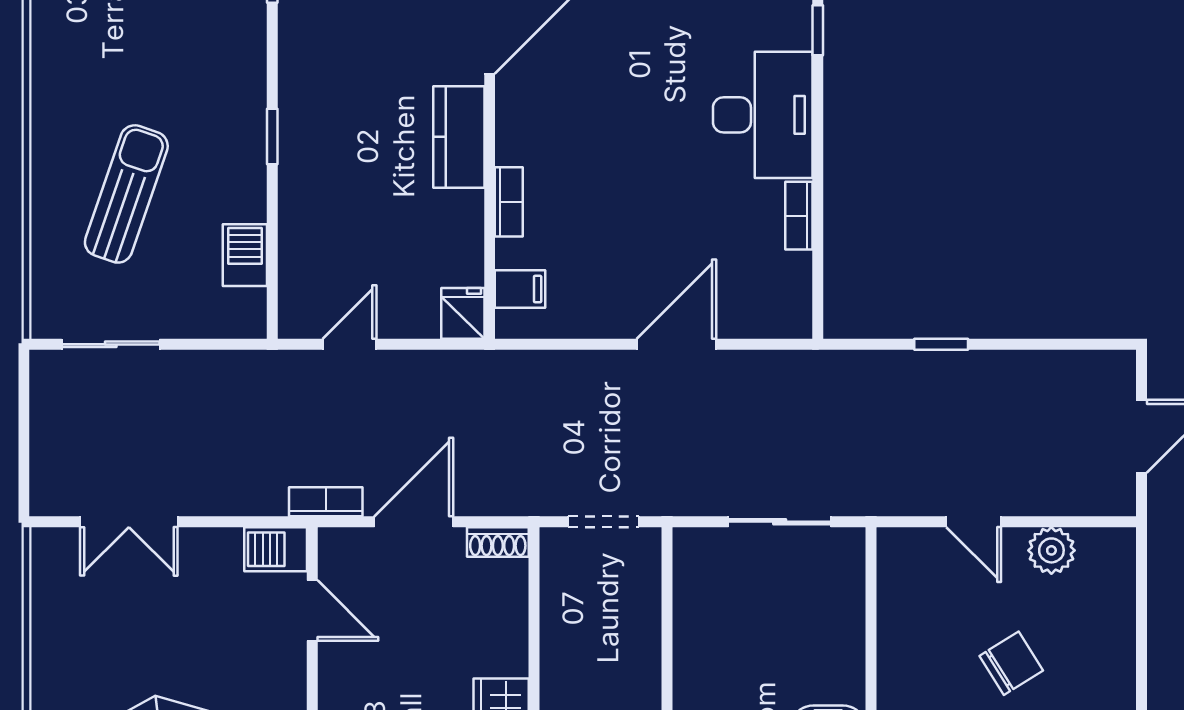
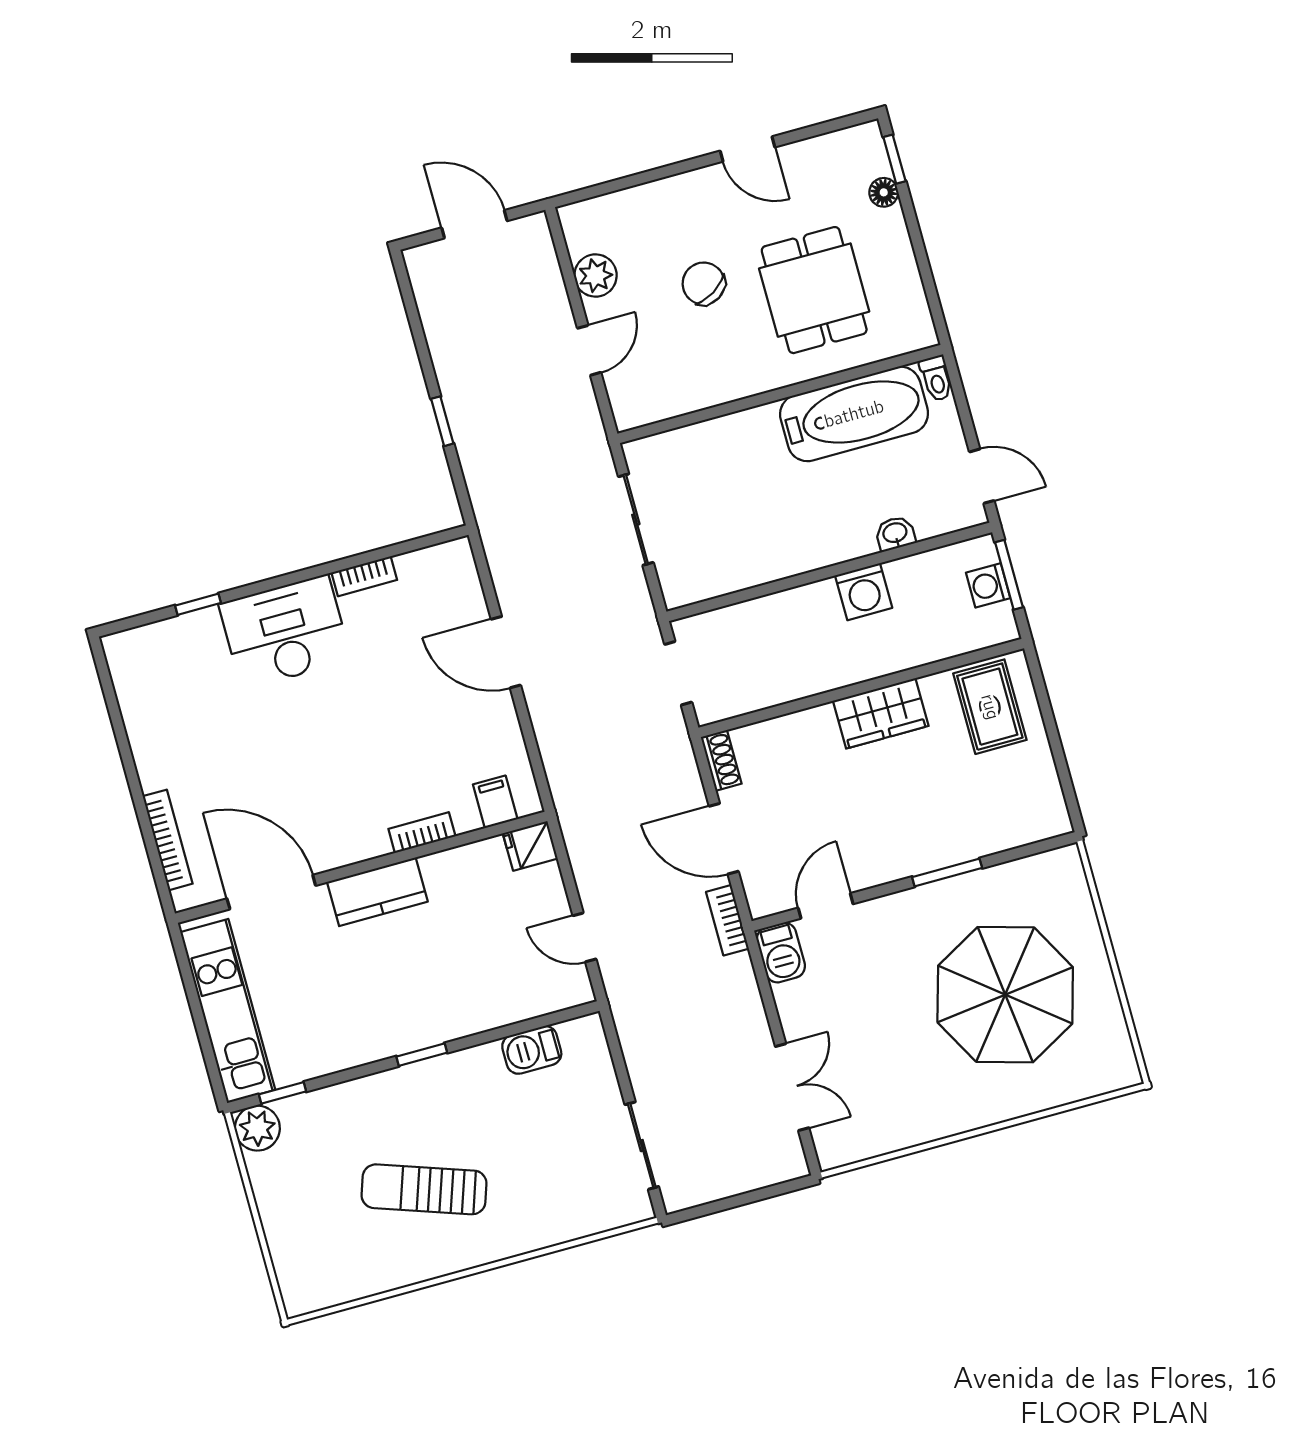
sun lounger: (126, 194) -> (424, 1189), moved

